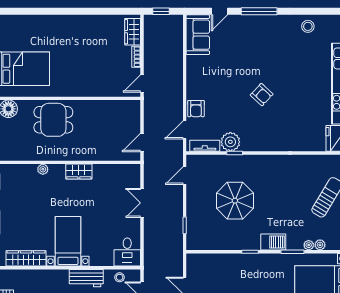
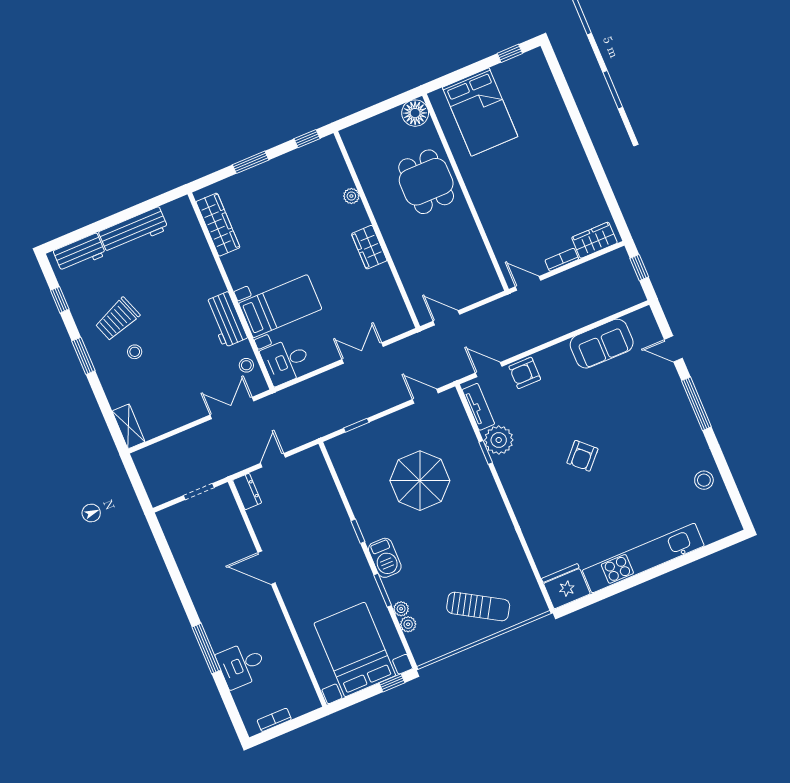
sofa: (198, 35) -> (602, 344), moved
bed with nightstands: (68, 241) -> (280, 306), moved

